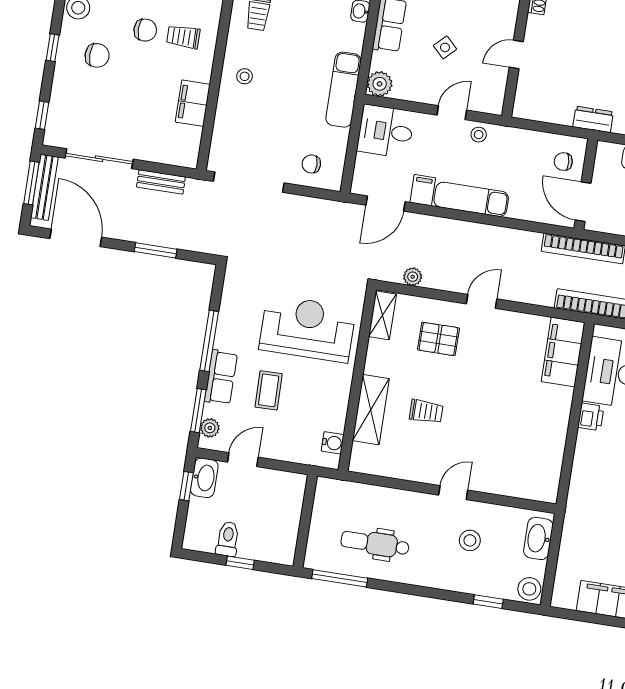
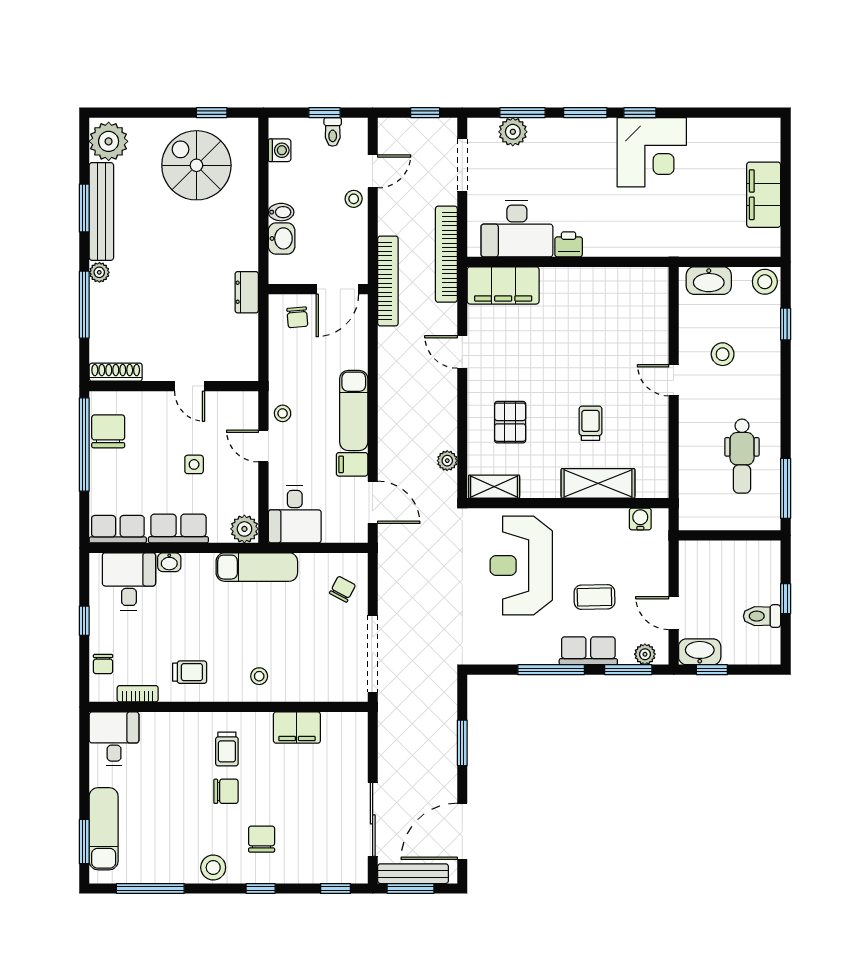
chair: (145, 30) -> (226, 791), turned 90
side table: (445, 47) -> (194, 464), turned 45
chair: (311, 164) -> (343, 589), turned -152
bench: (161, 182) -> (387, 749), removed
door: (482, 301) -> (462, 352), moved

